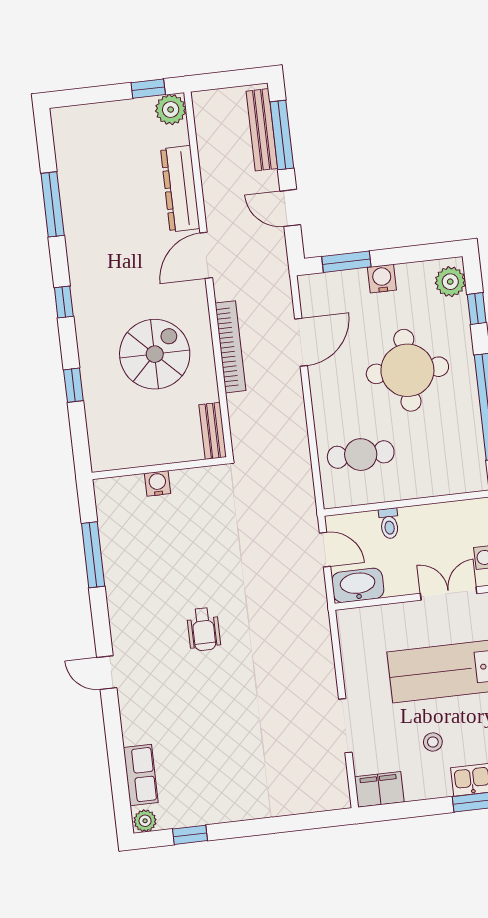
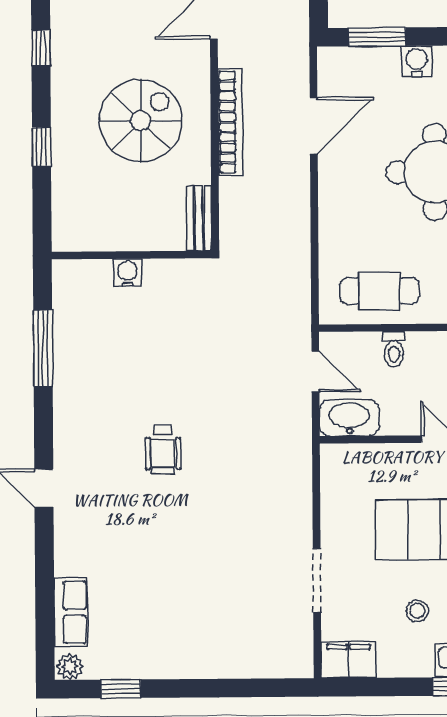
cafe table: (361, 455) -> (379, 291), moved

